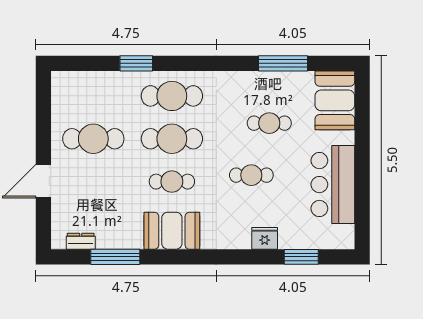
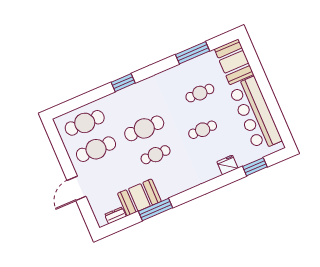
window: (136, 63) -> (123, 83), moved
cafe table: (172, 96) -> (85, 123), moved
bar counter: (333, 185) -> (255, 114), width x1.36
booth: (172, 231) -> (139, 197), moved
window: (115, 257) -> (155, 210), moved

